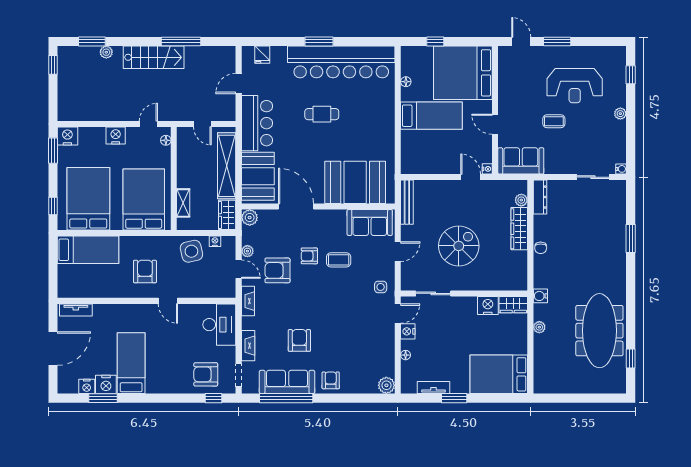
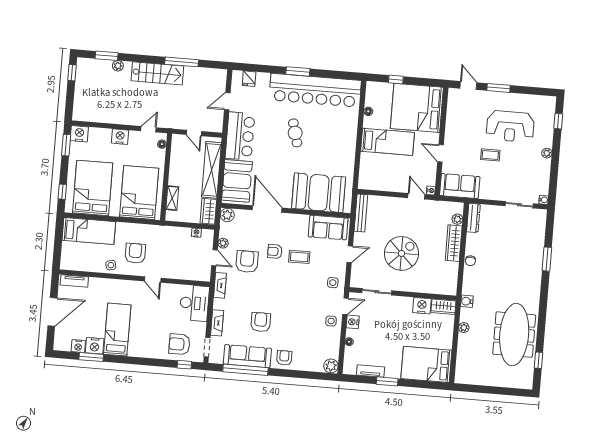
cafe table: (322, 114) -> (295, 133), turned 75
side table: (191, 251) -> (111, 265), moved, width x0.54, depth x0.54
armchair: (277, 270) -> (247, 262), turned 90
side table: (382, 332) -> (331, 321), added

